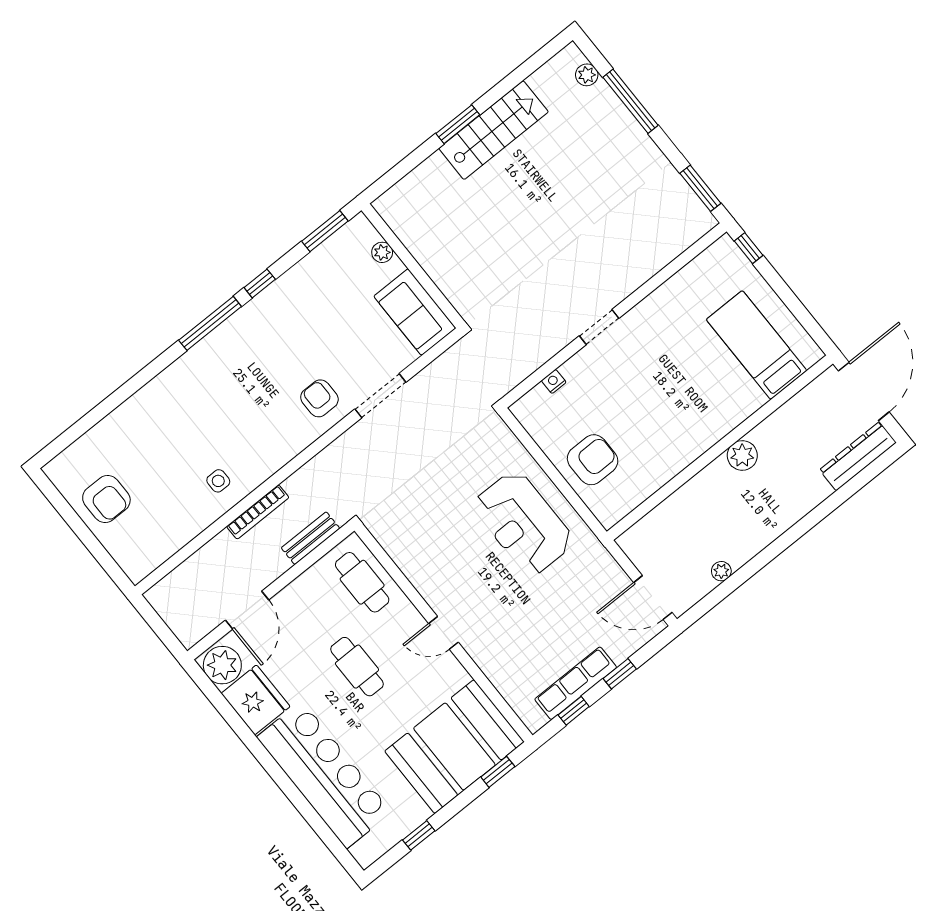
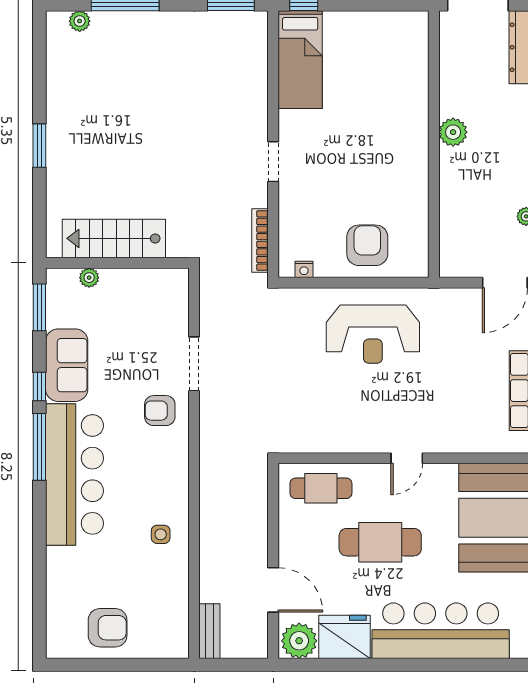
stairs: (494, 130) -> (114, 238), moved, turned -90
sofa: (415, 312) -> (67, 365), moved, turned -90
bed: (757, 345) -> (300, 60), moved, turned -90
bar counter: (211, 370) -> (74, 474), added
nightstand: (554, 381) -> (304, 269), moved, turned -90
bookcase: (258, 512) -> (260, 240), moved, turned 180
bench: (310, 538) -> (209, 631), moved
cafe table: (357, 667) -> (380, 542), width x1.37, depth x1.35

